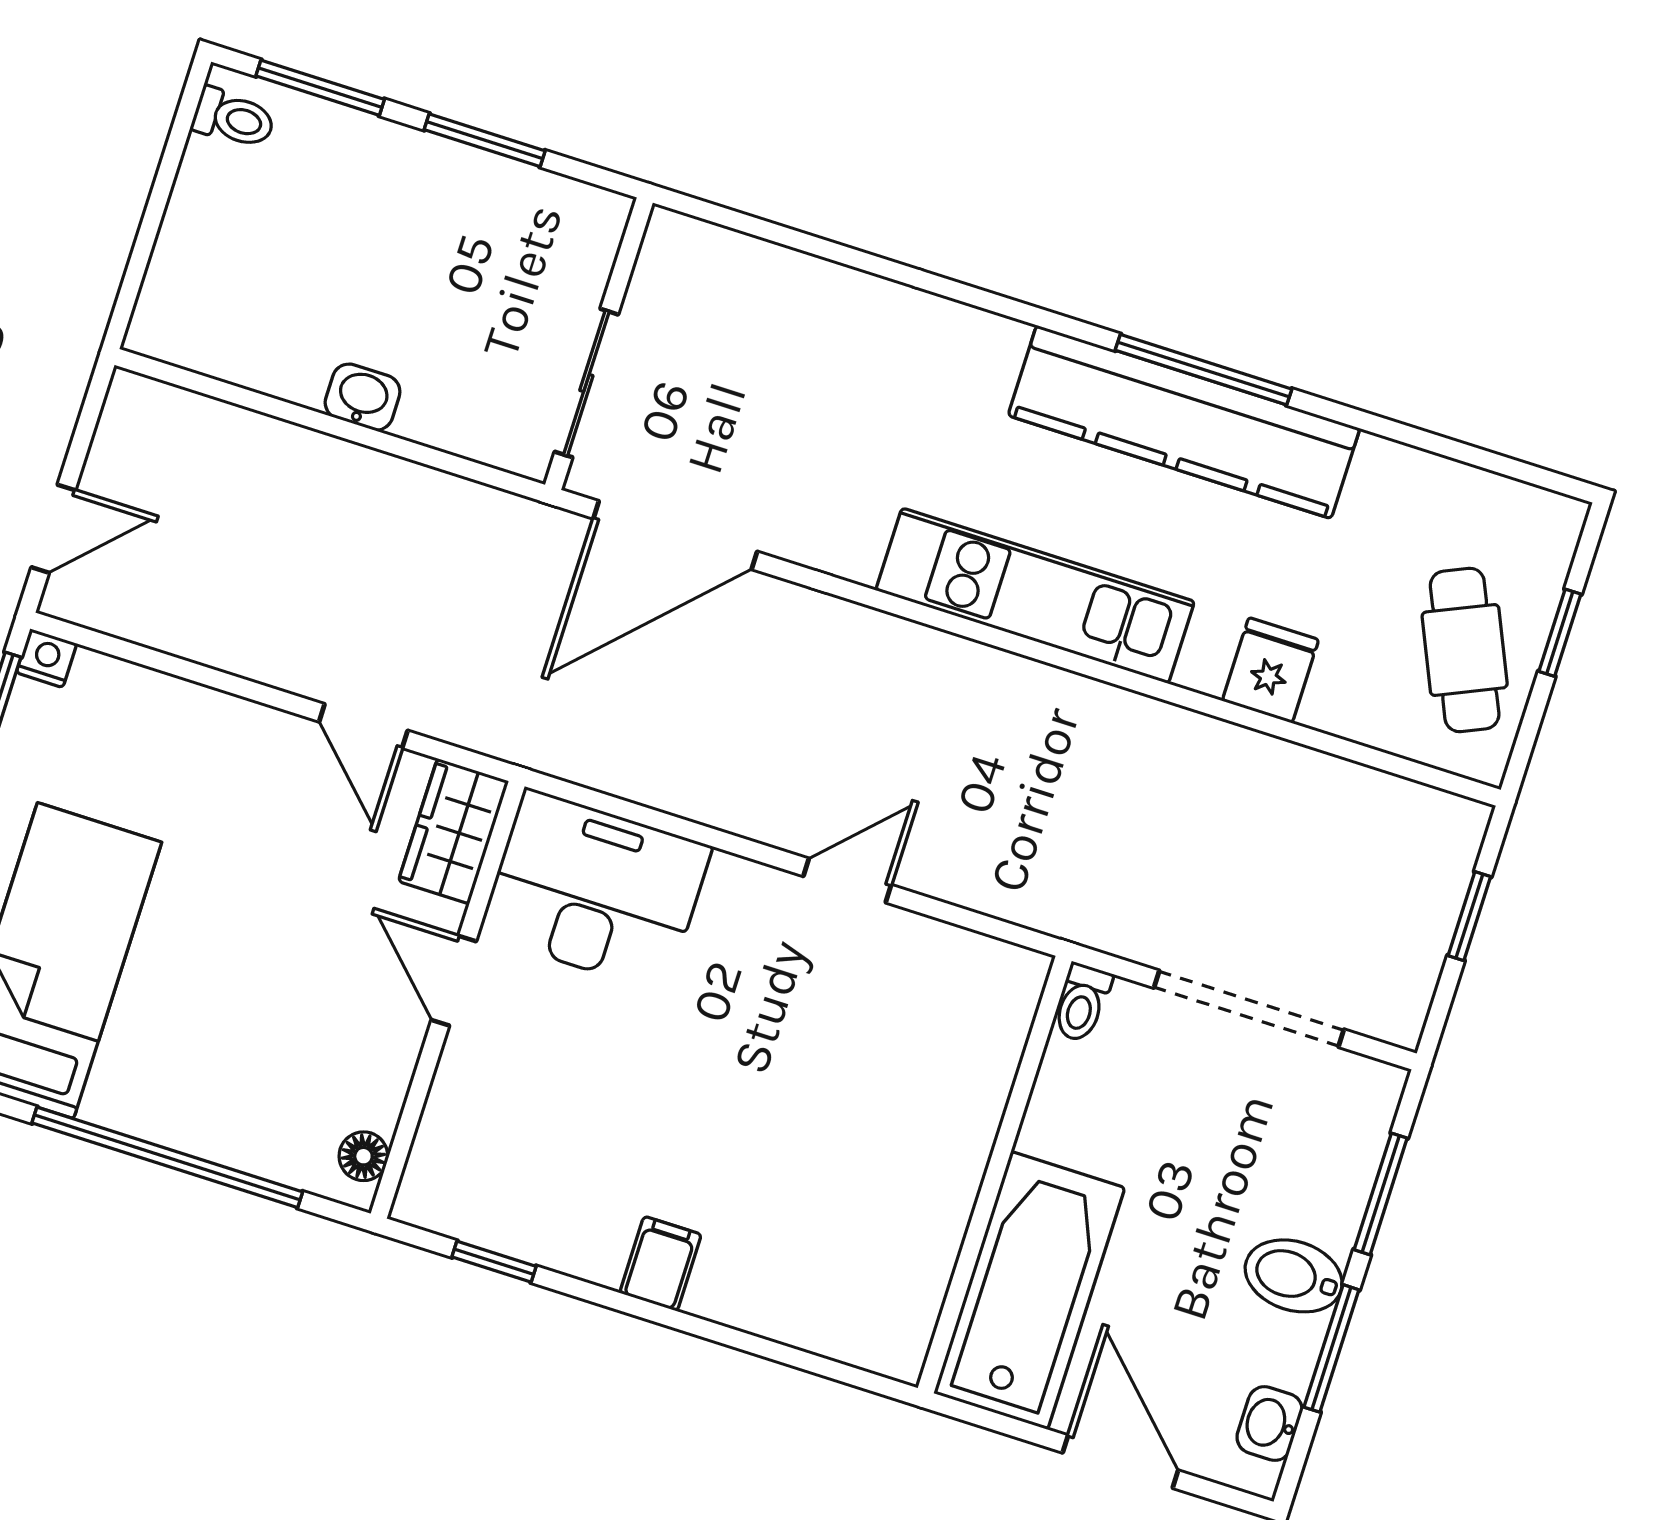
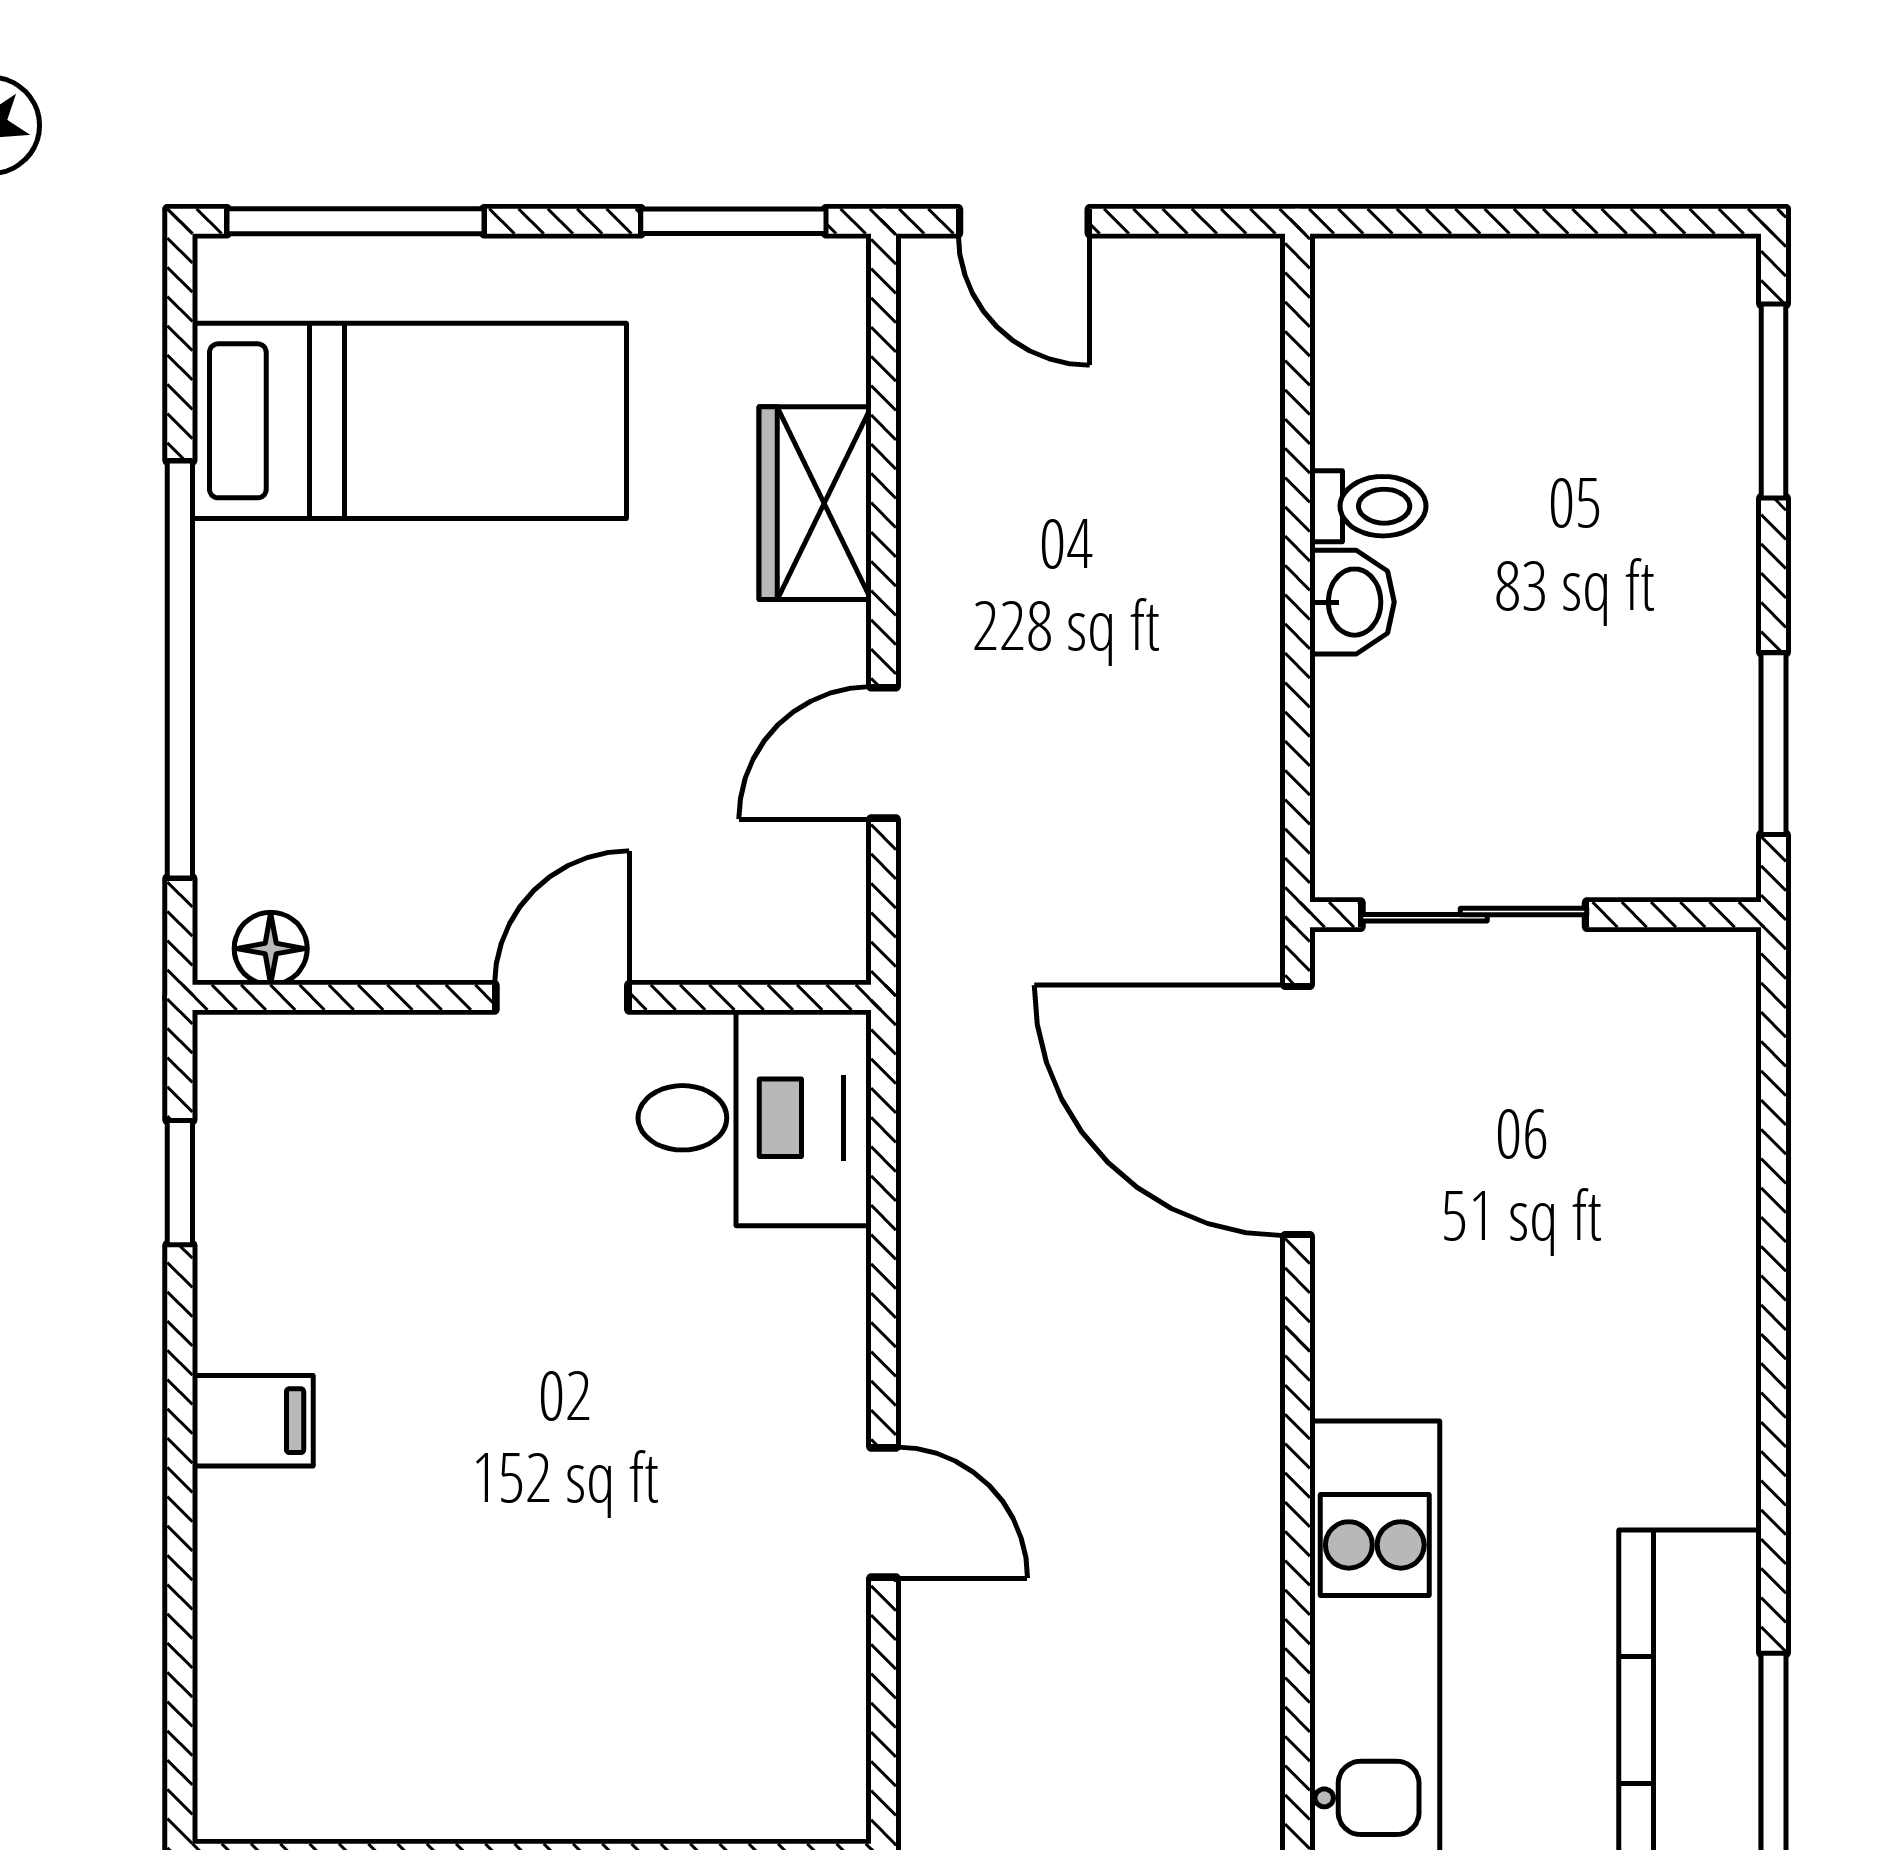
toilet: (234, 118) -> (1368, 506), moved, turned -90
window: (485, 140) -> (1774, 744), moved
nightstand: (47, 658) -> (836, 270), removed
wardrobe: (453, 831) -> (815, 503), moved, turned -90
desk: (595, 891) -> (755, 1118), width x0.73

